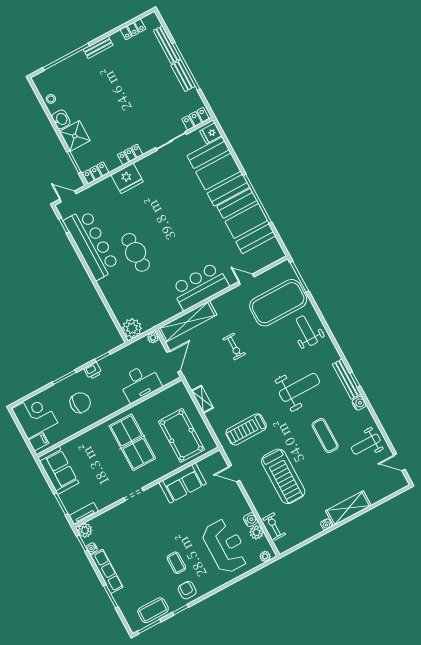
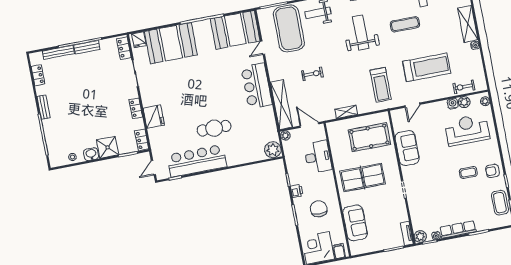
booth: (246, 221) -> (235, 30), moved
sofa: (58, 470) -> (355, 223), moved, turned 90

